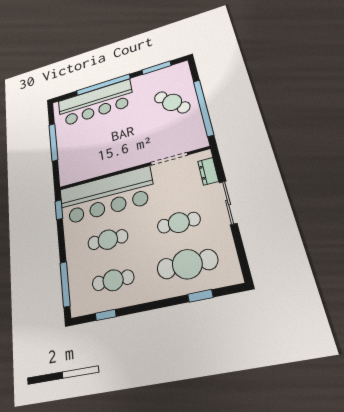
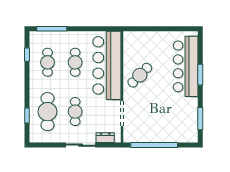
window: (103, 85) -> (200, 75), width x0.47
cafe table: (172, 102) -> (140, 75), moved
window: (53, 142) -> (162, 29), removed
window: (59, 210) -> (106, 29), removed

